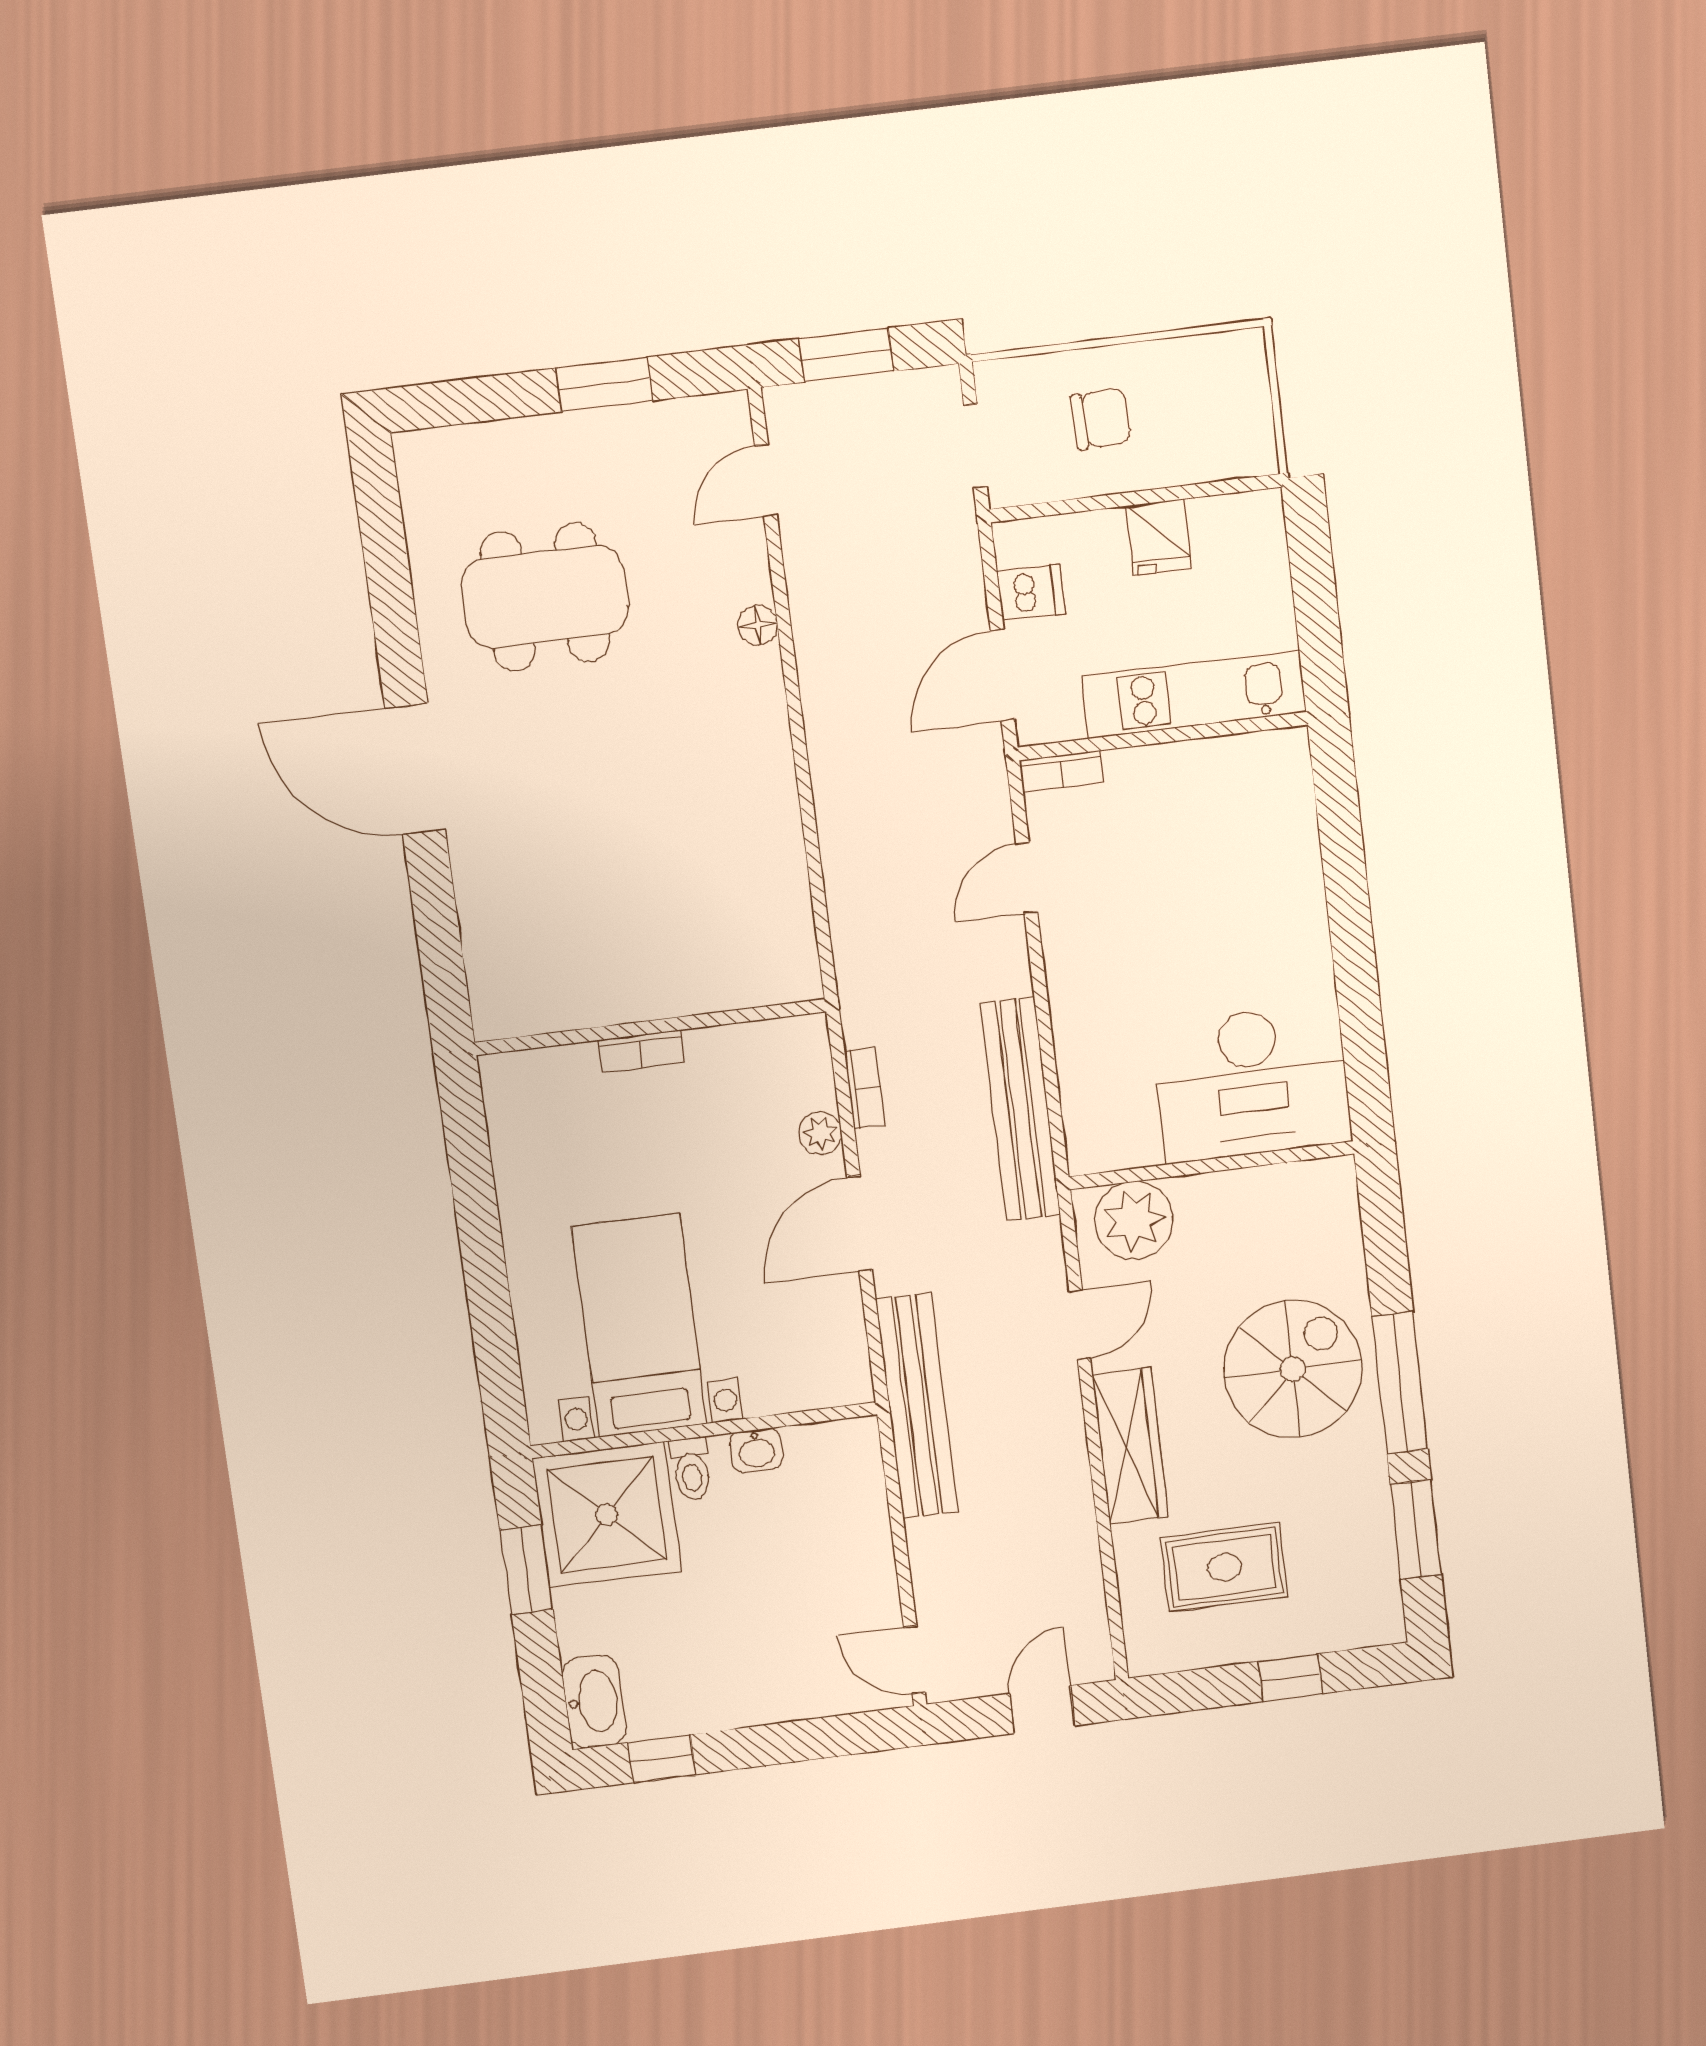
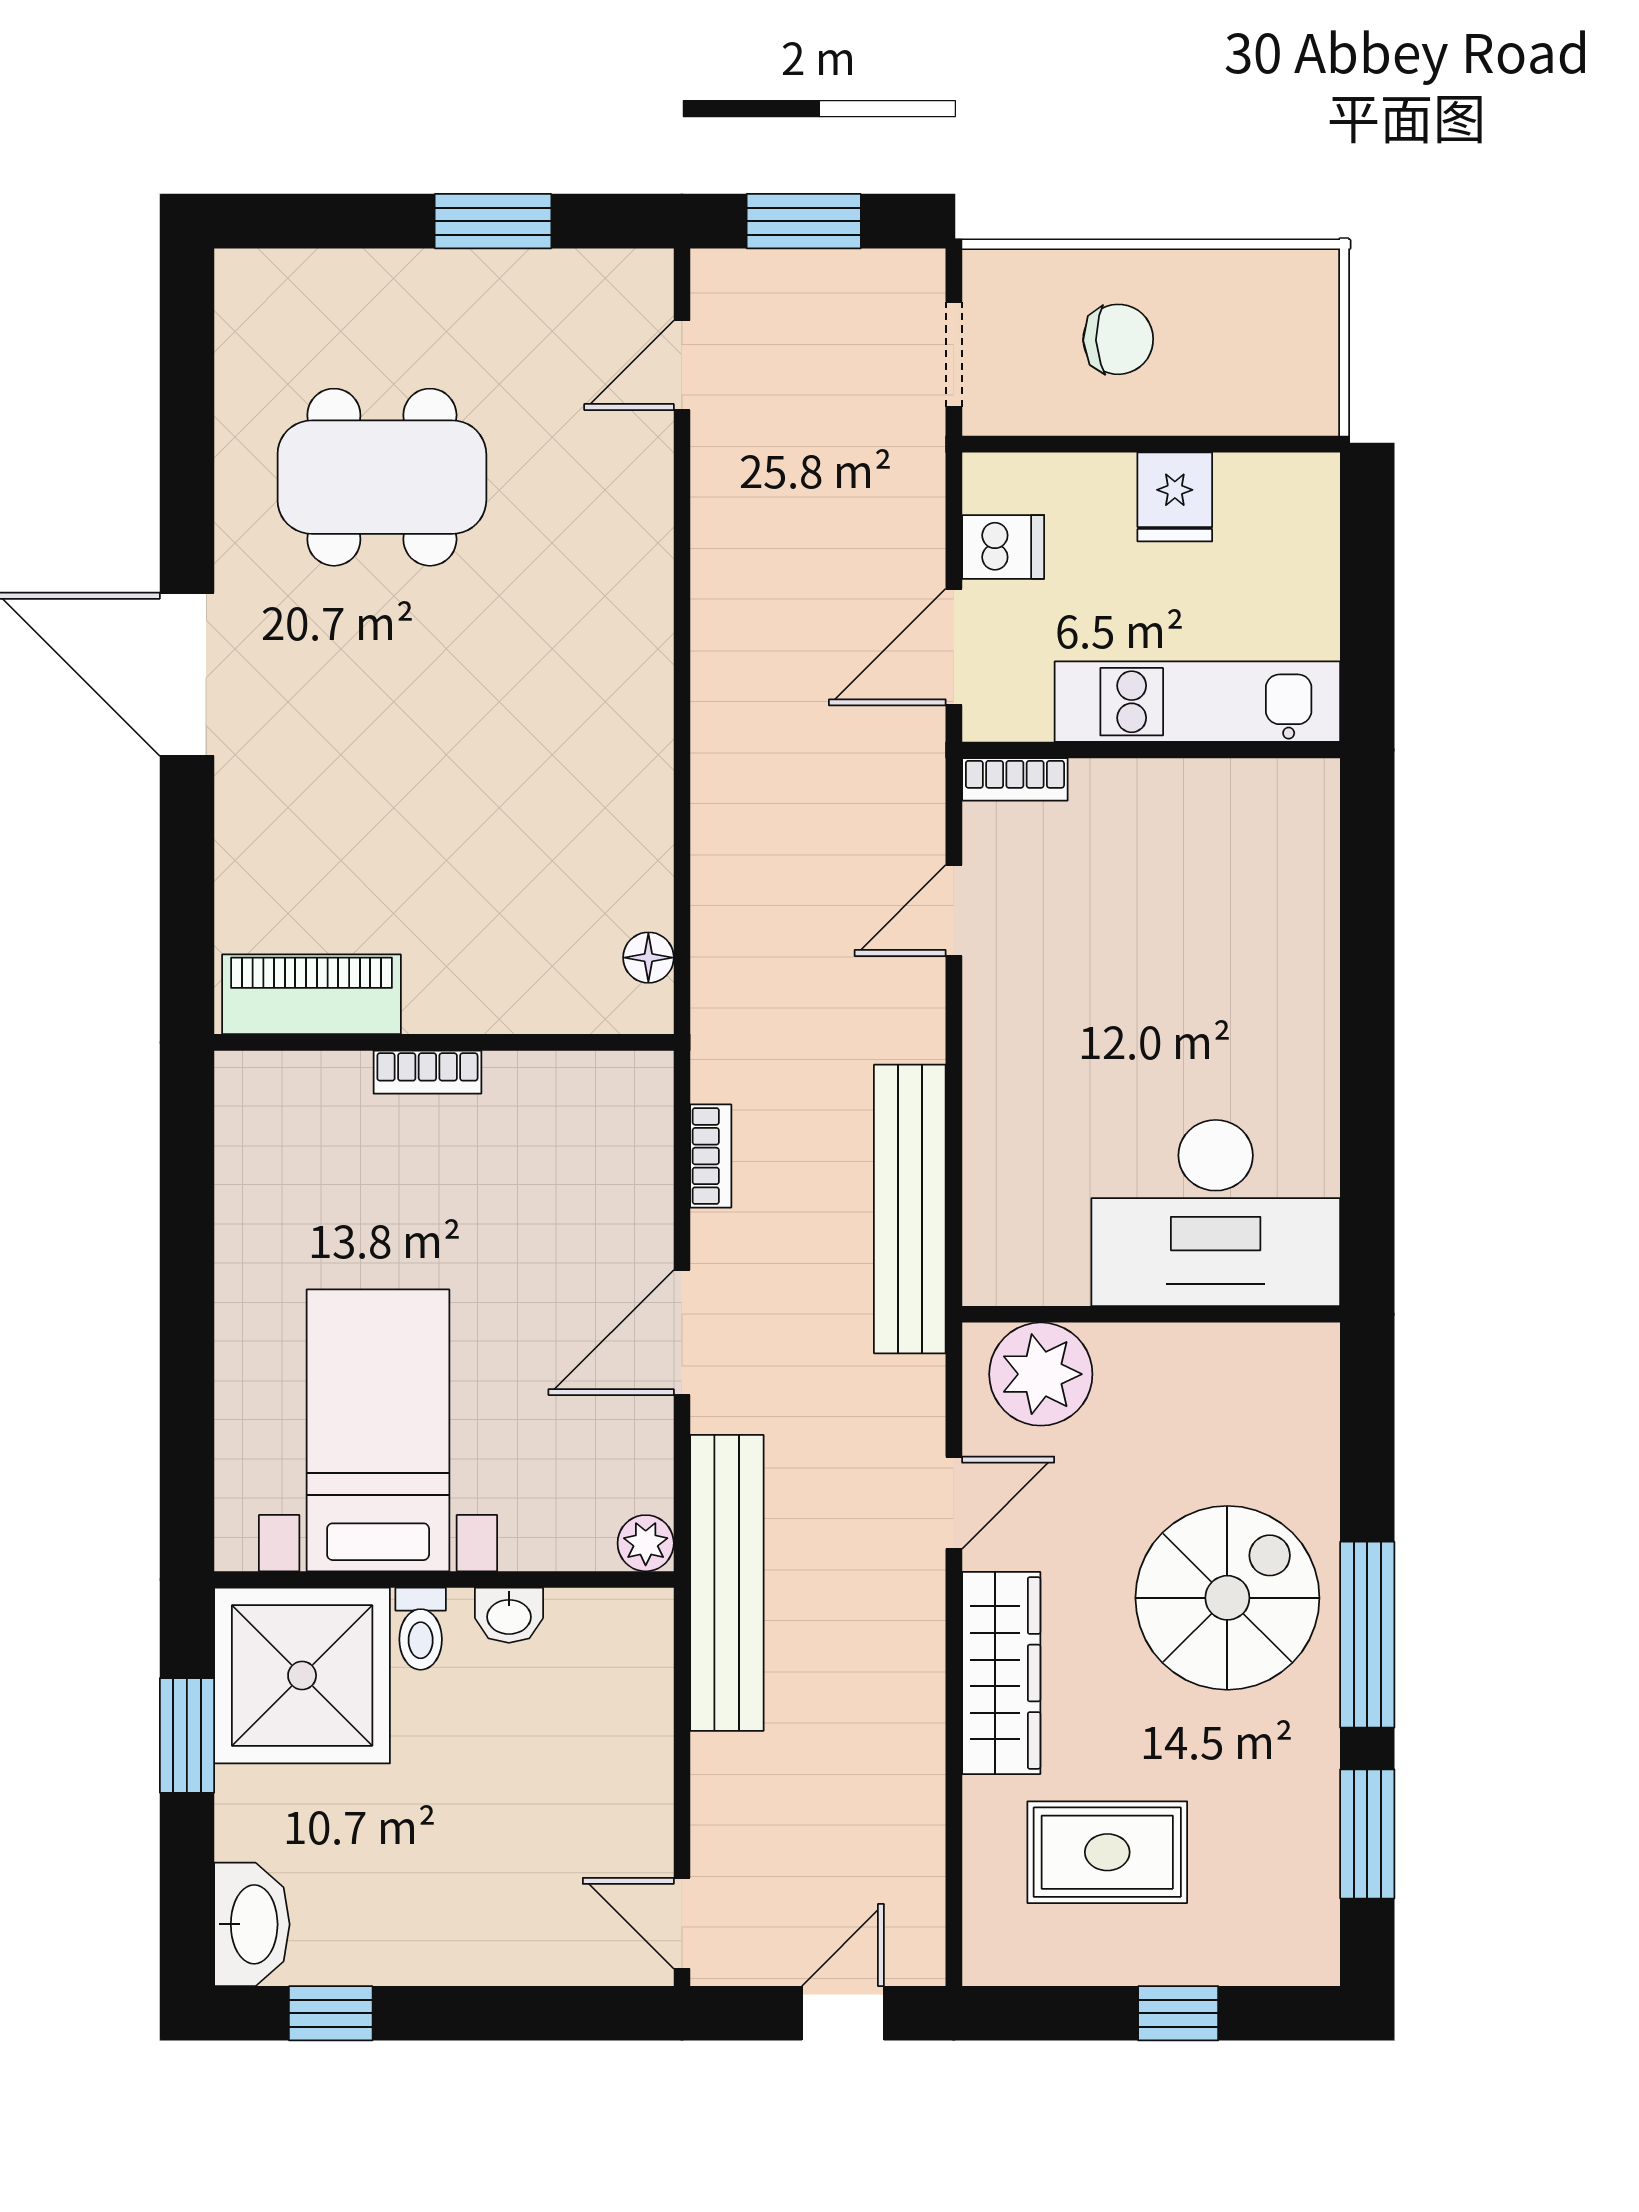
floor lamp: (758, 625) -> (648, 958), moved
piano: (545, 1003) -> (311, 994), added
plant: (820, 1133) -> (646, 1543), moved

